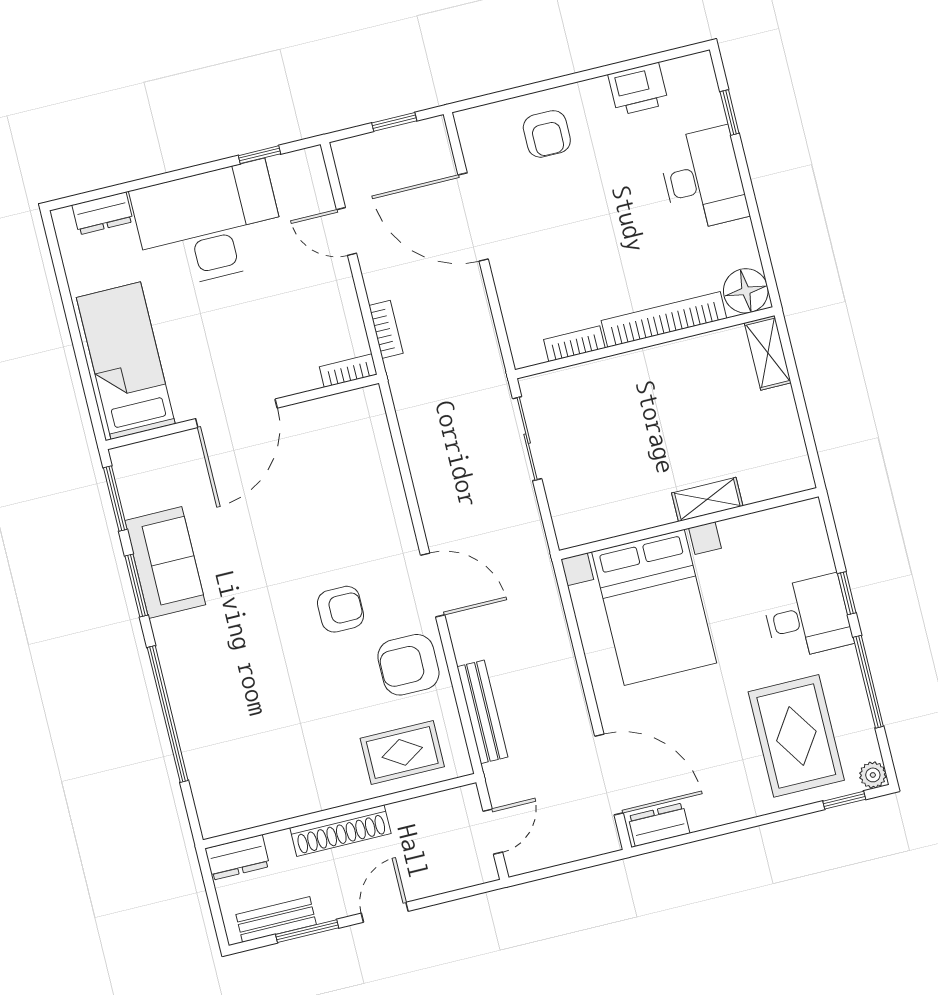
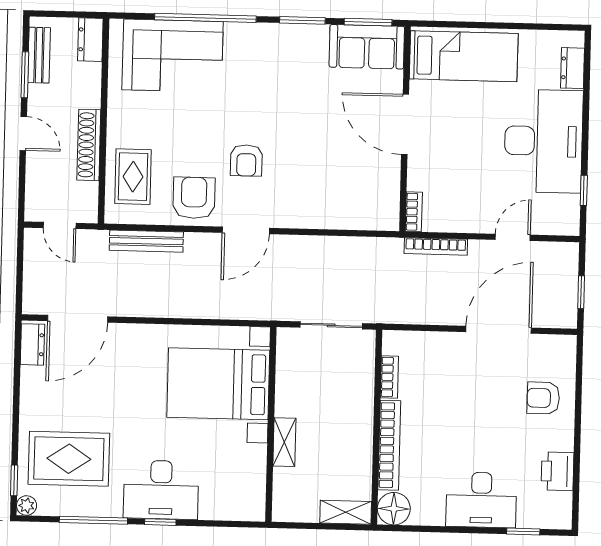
bookcase: (386, 329) -> (436, 246), width x1.56
shelving: (707, 499) -> (284, 442), moved
wall: (689, 524) -> (271, 424), moved
sofa: (165, 563) -> (367, 47), moved
bed with nightstands: (654, 607) -> (218, 384), moved
desk: (807, 617) -> (161, 490), width x1.37
corner sofa: (229, 744) -> (173, 56), added
shoe rack: (340, 831) -> (89, 145), moved

